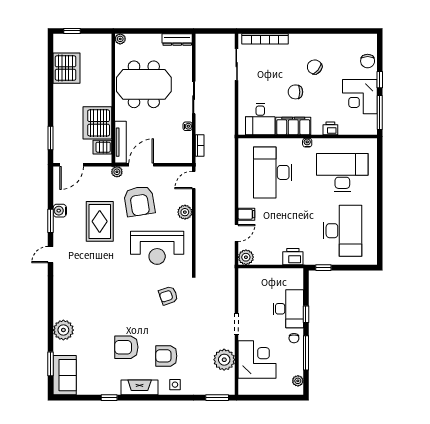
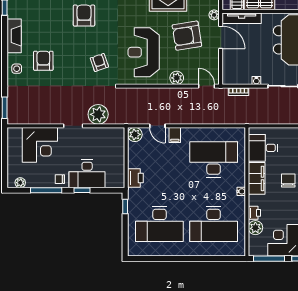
plant: (346, 127) -> (255, 228), added
desk: (342, 172) -> (214, 224), turned 90
armchair: (126, 347) -> (84, 16), moved
plant: (224, 360) -> (98, 114), moved

